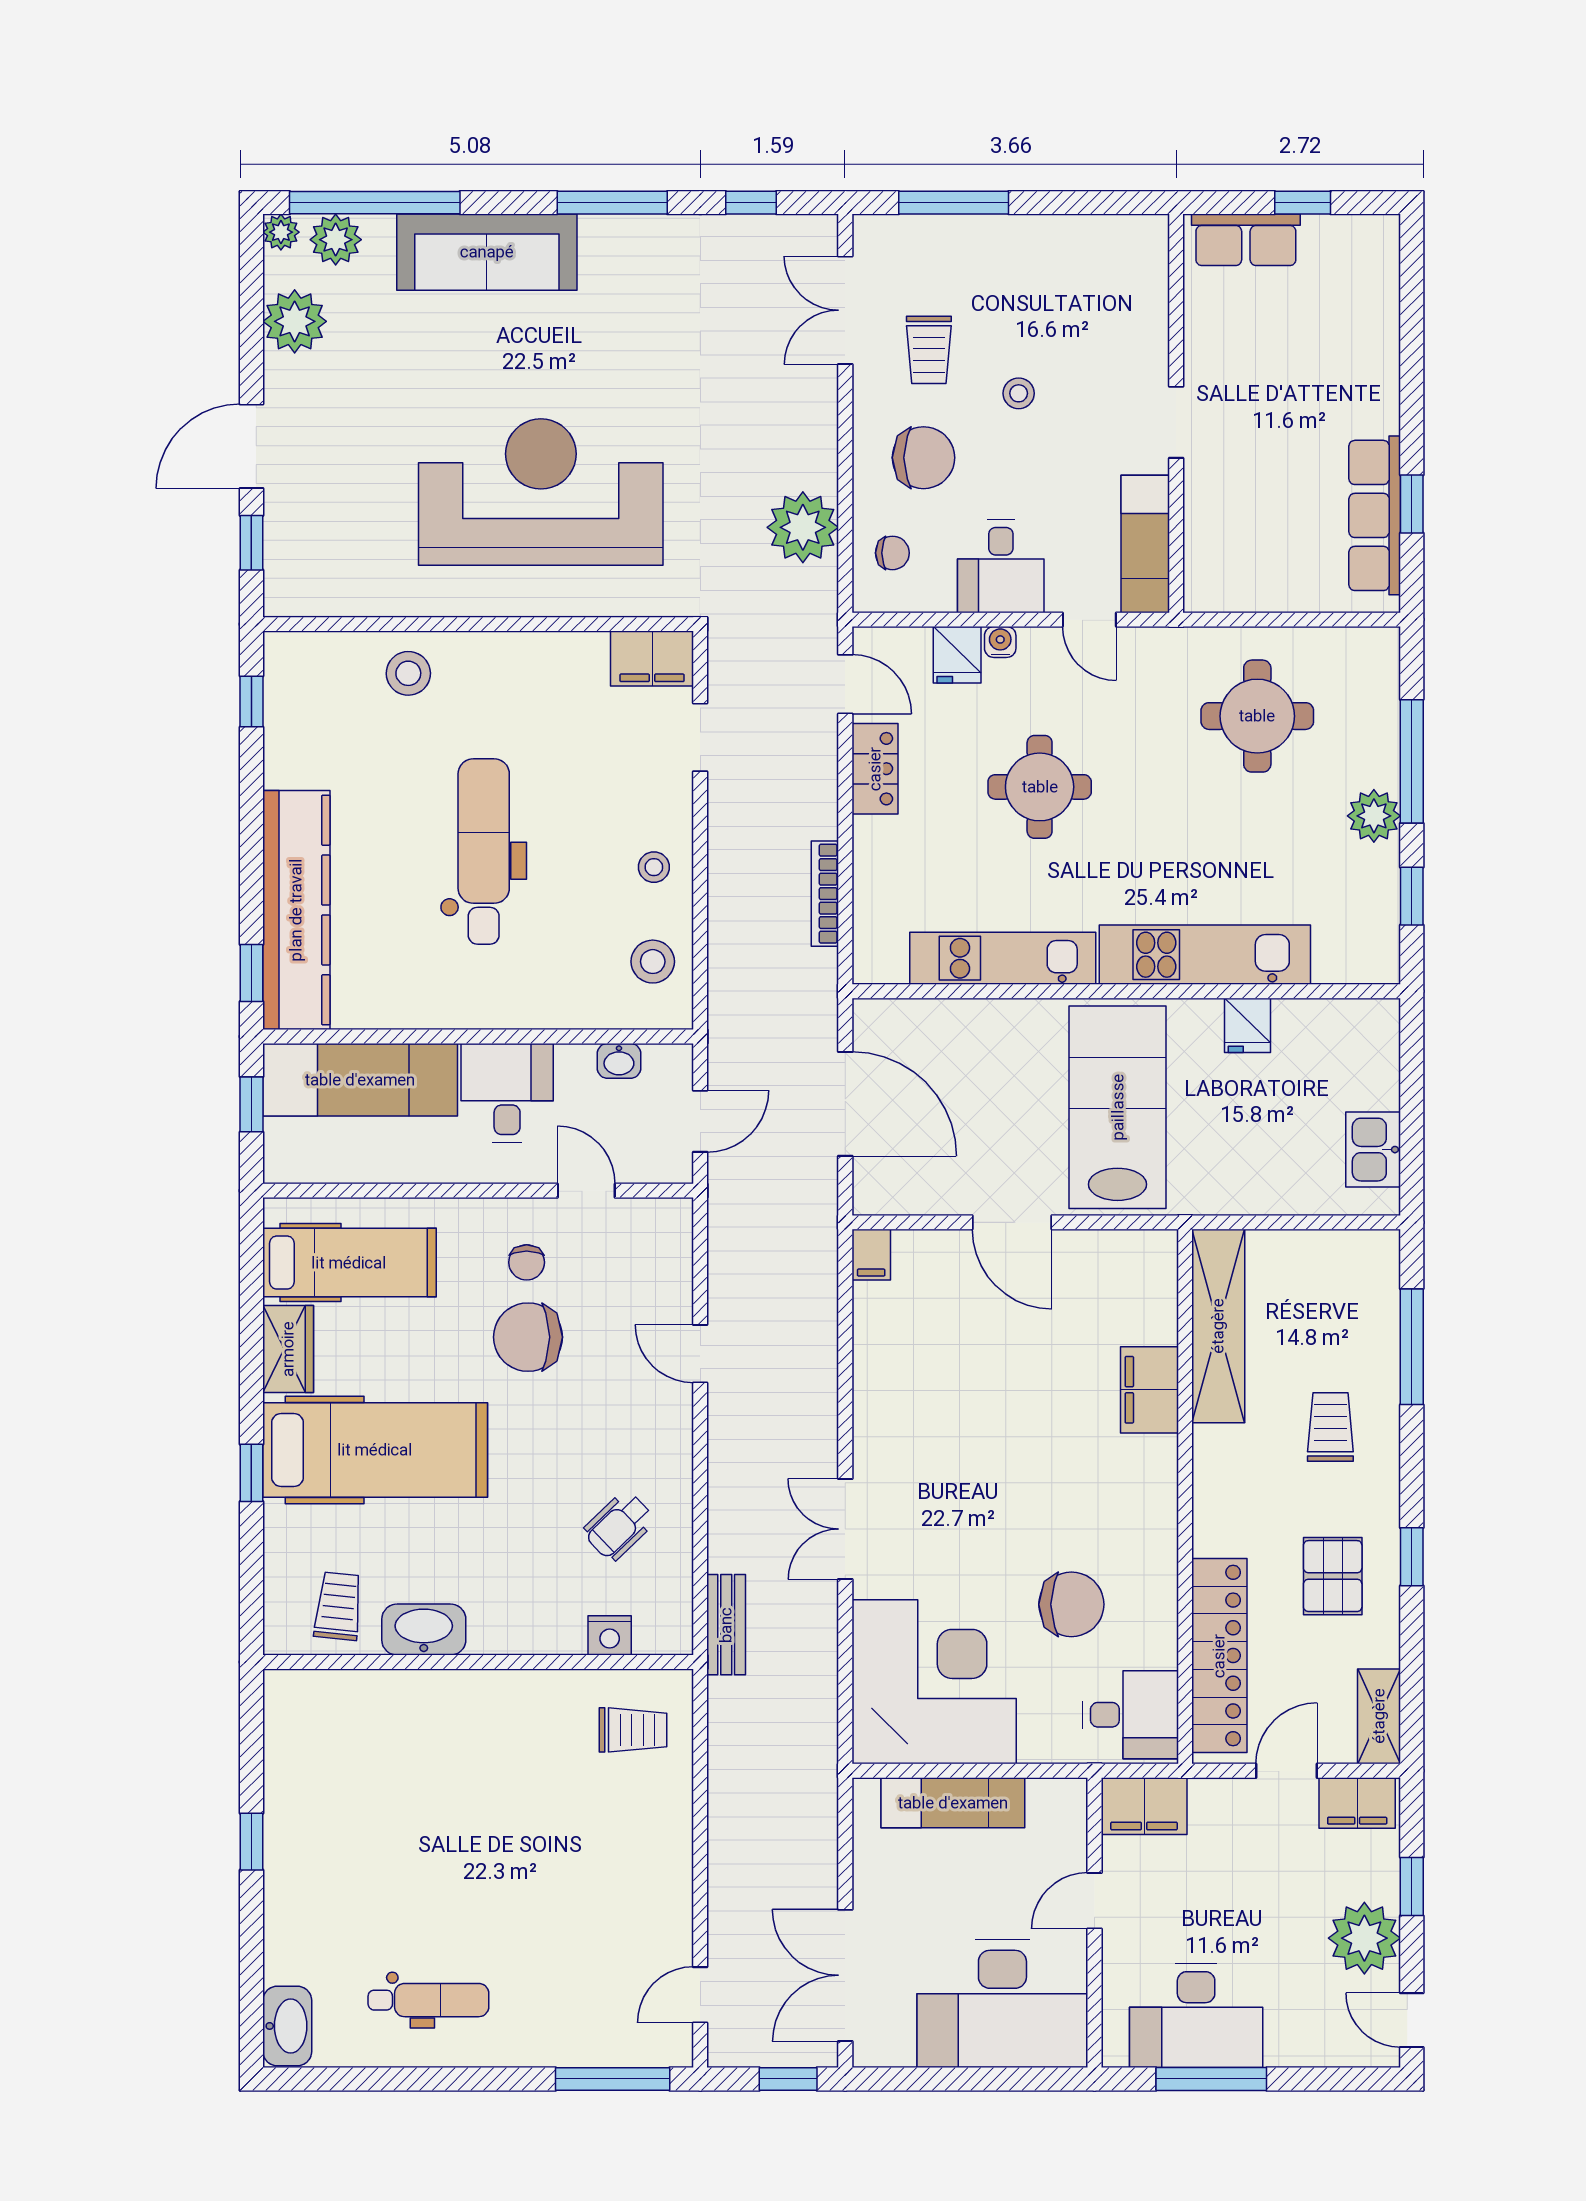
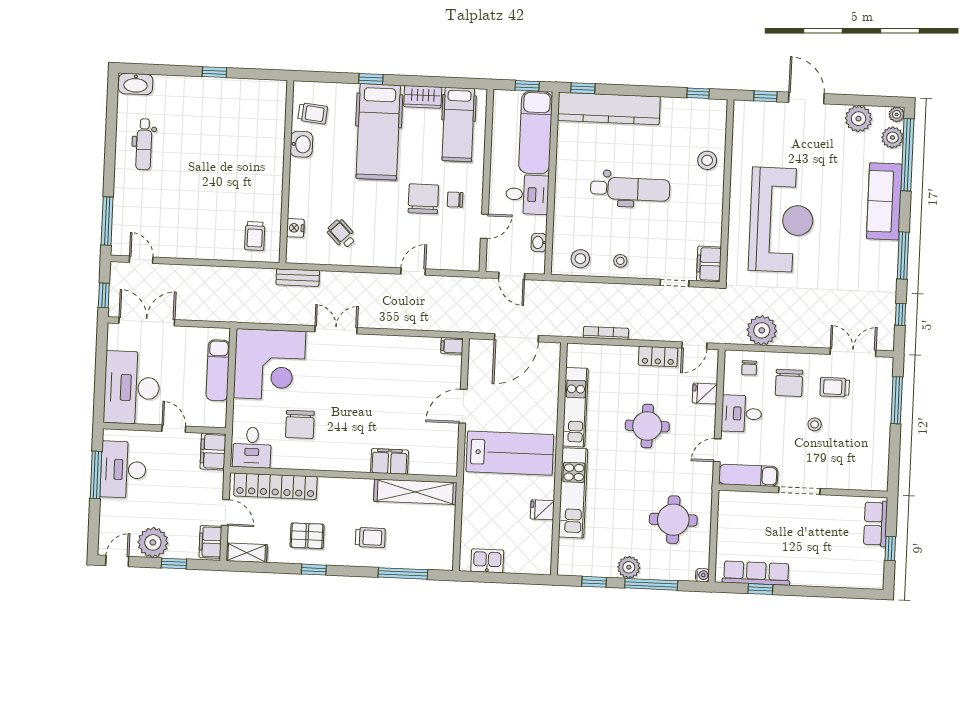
doorway: (1176, 422) -> (799, 491), width x1.38
water cooler: (1000, 642) -> (702, 575), moved
washbasin: (424, 1630) -> (301, 144), width x0.72

